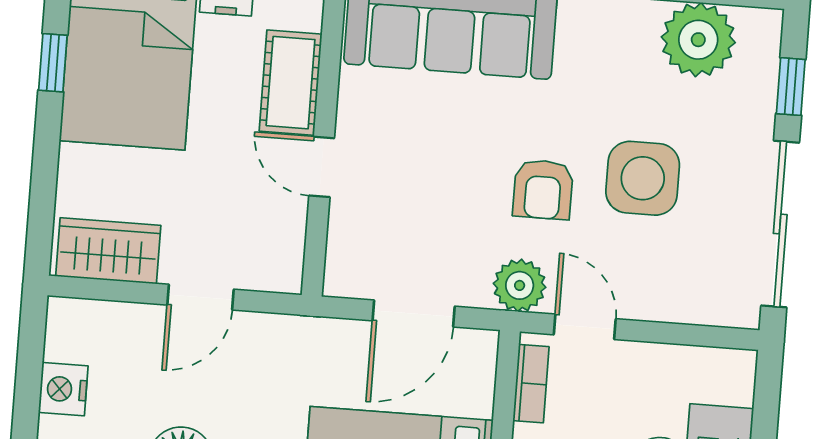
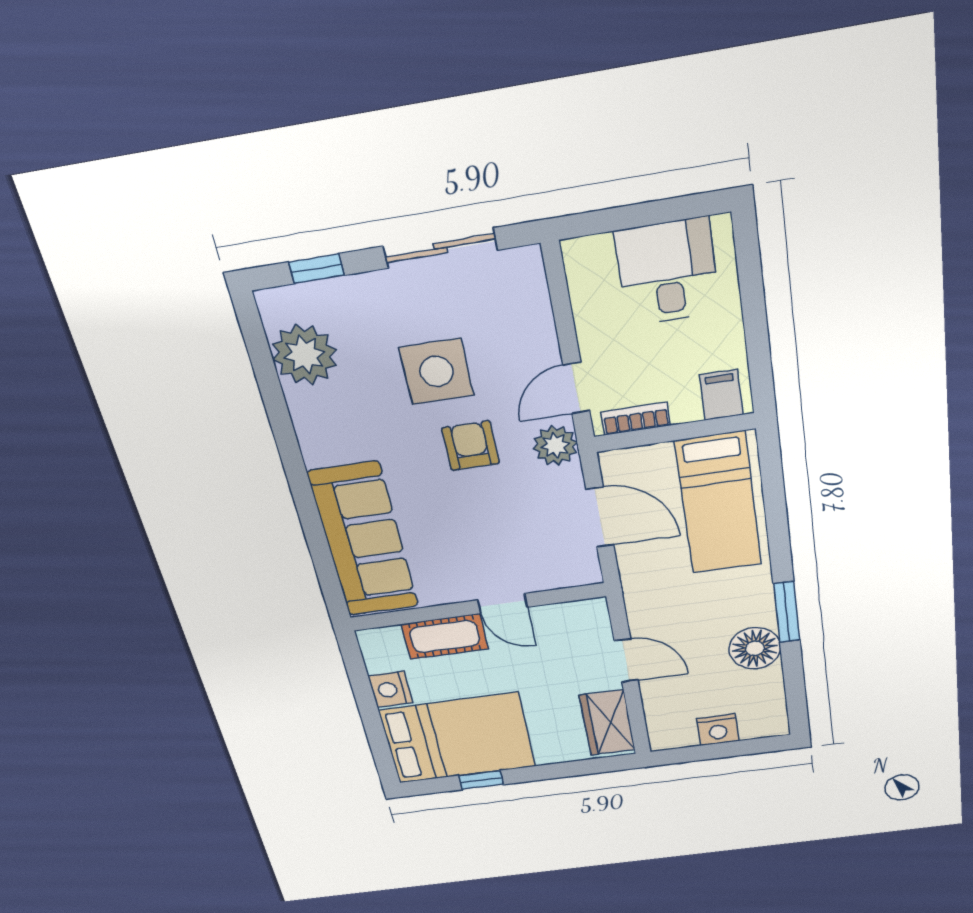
door: (322, 167) -> (502, 604), hinge flipped
armchair: (543, 189) -> (471, 446), turned -90
sliding door: (780, 224) -> (440, 248), width x0.73

